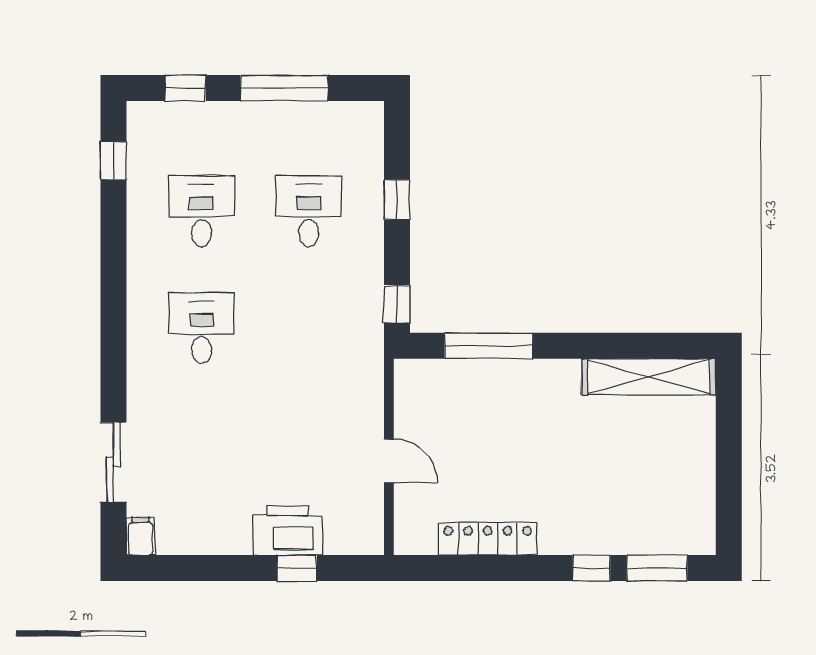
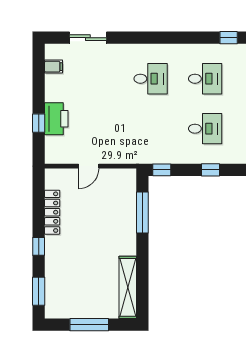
window: (729, 459) -> (89, 325), added
filing cabinet: (141, 536) -> (53, 67), moved
window: (591, 568) -> (39, 246), moved

